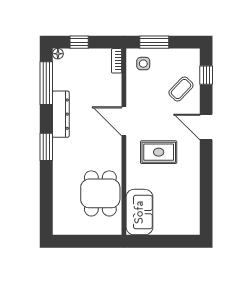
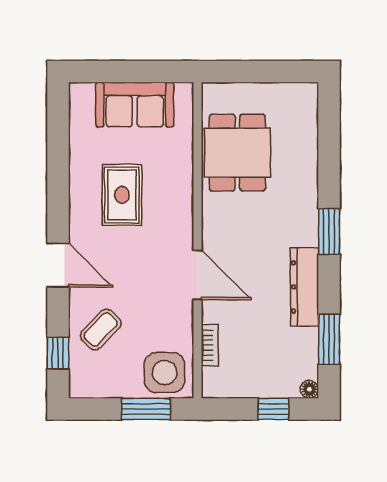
bookcase: (117, 61) -> (210, 345), moved
side table: (143, 64) -> (165, 373), width x1.87, depth x1.87
window: (46, 83) -> (329, 339), width x0.69
rug: (159, 152) -> (122, 195), moved, turned 90
sofa: (139, 212) -> (135, 105), moved, turned -90

